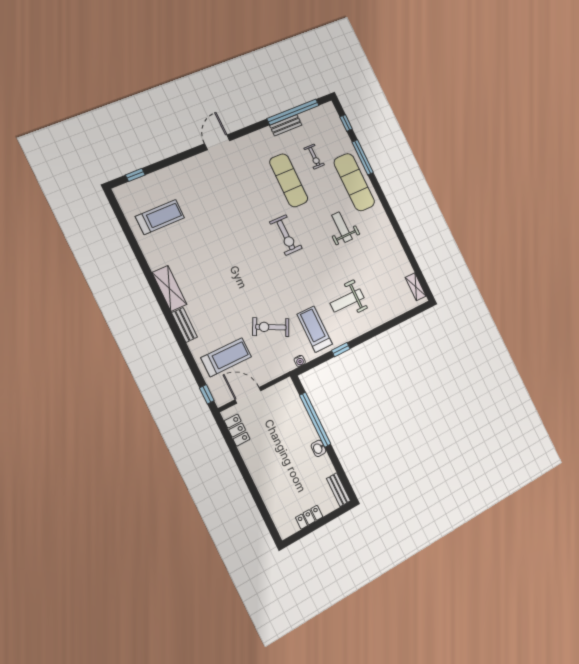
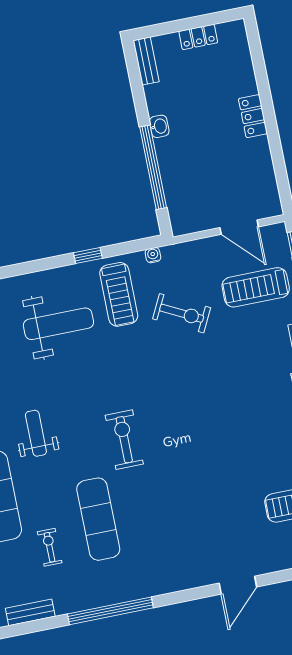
window: (293, 112) -> (110, 611), moved
bench: (286, 125) -> (30, 612), moved
door: (217, 142) -> (238, 585), moved
weight bench: (342, 227) -> (36, 433), turned 180
weight bench: (347, 300) -> (58, 324), width x1.36, depth x1.33
locker: (237, 430) -> (253, 116), moved

